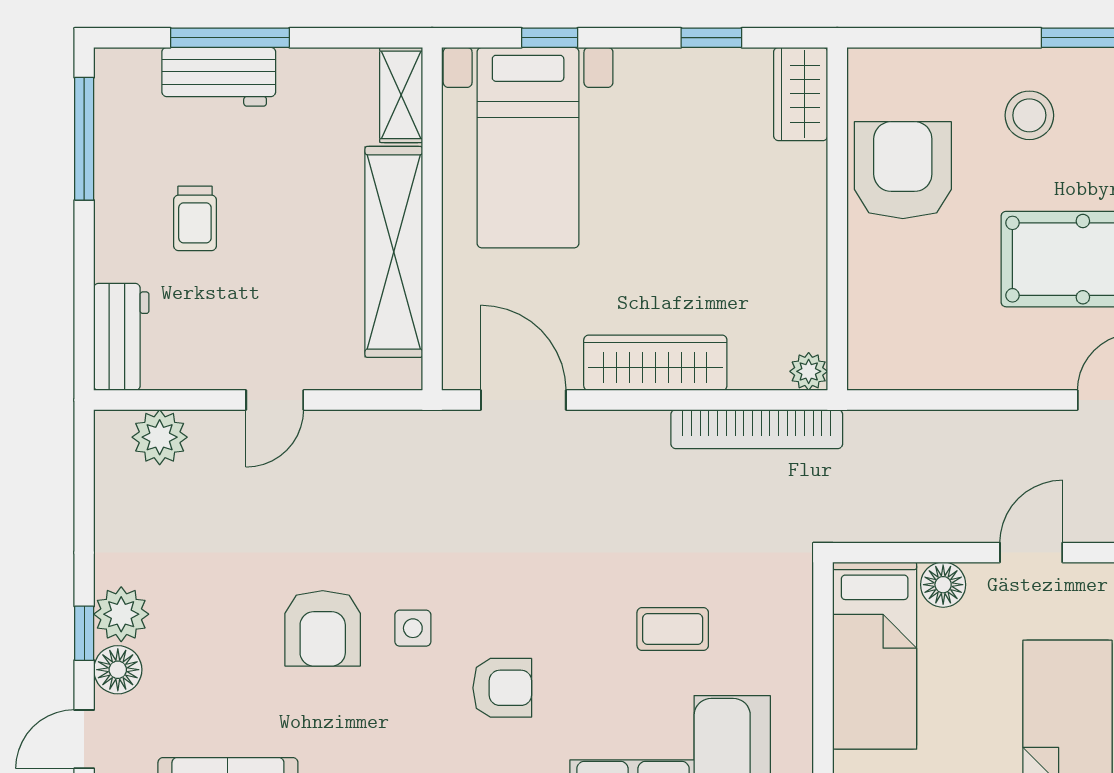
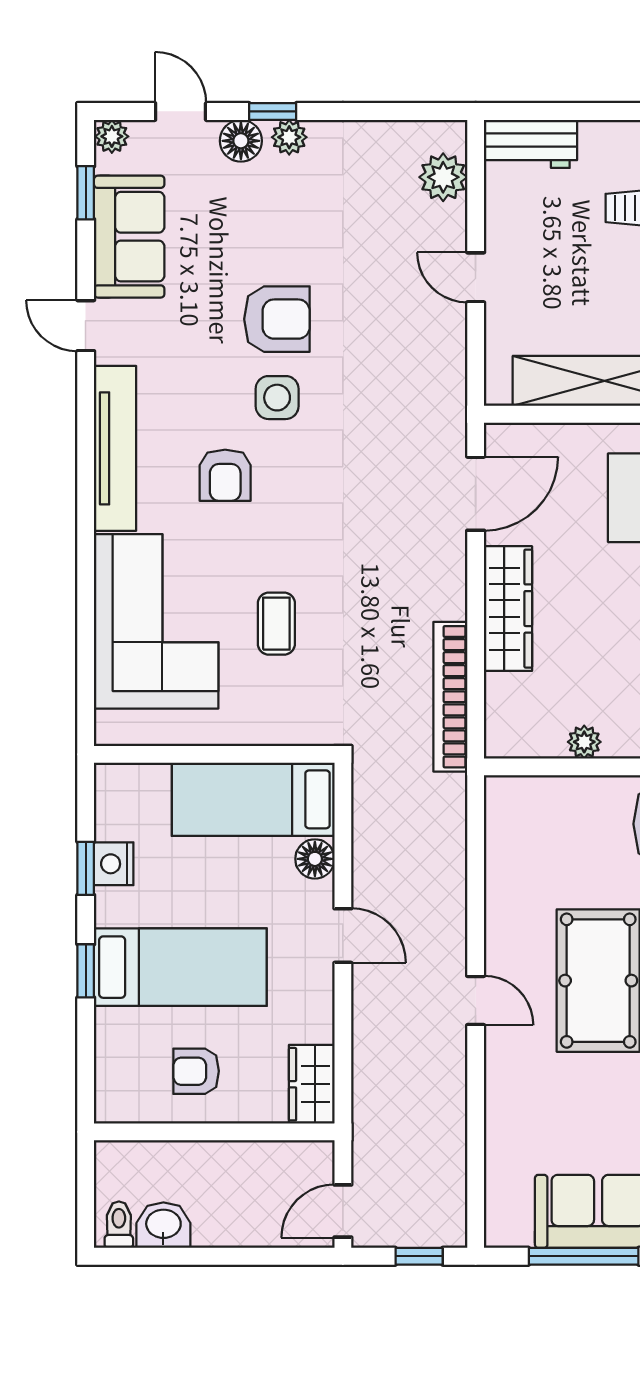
plant: (809, 371) -> (584, 742), moved
plant: (121, 614) -> (289, 137), width x0.73, depth x0.73
armchair: (323, 628) -> (277, 319), turned 180
side table: (413, 628) -> (277, 398), width x1.37, depth x1.37

